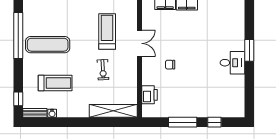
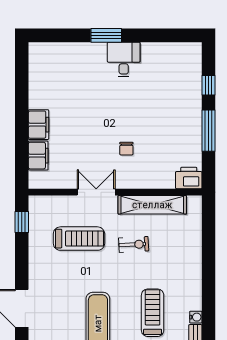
treadmill: (107, 31) -> (79, 239), turned 180
printer: (149, 95) -> (189, 178), moved
shelving: (113, 111) -> (152, 205), moved, turned 90

